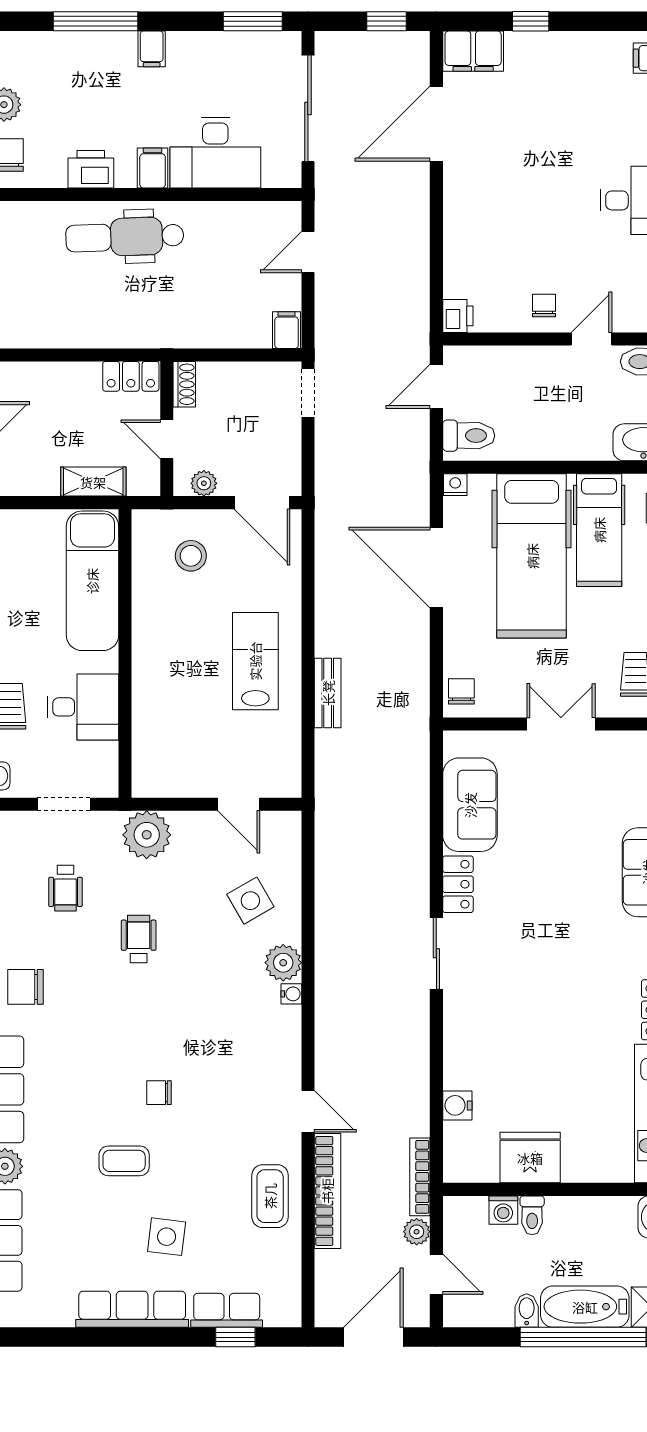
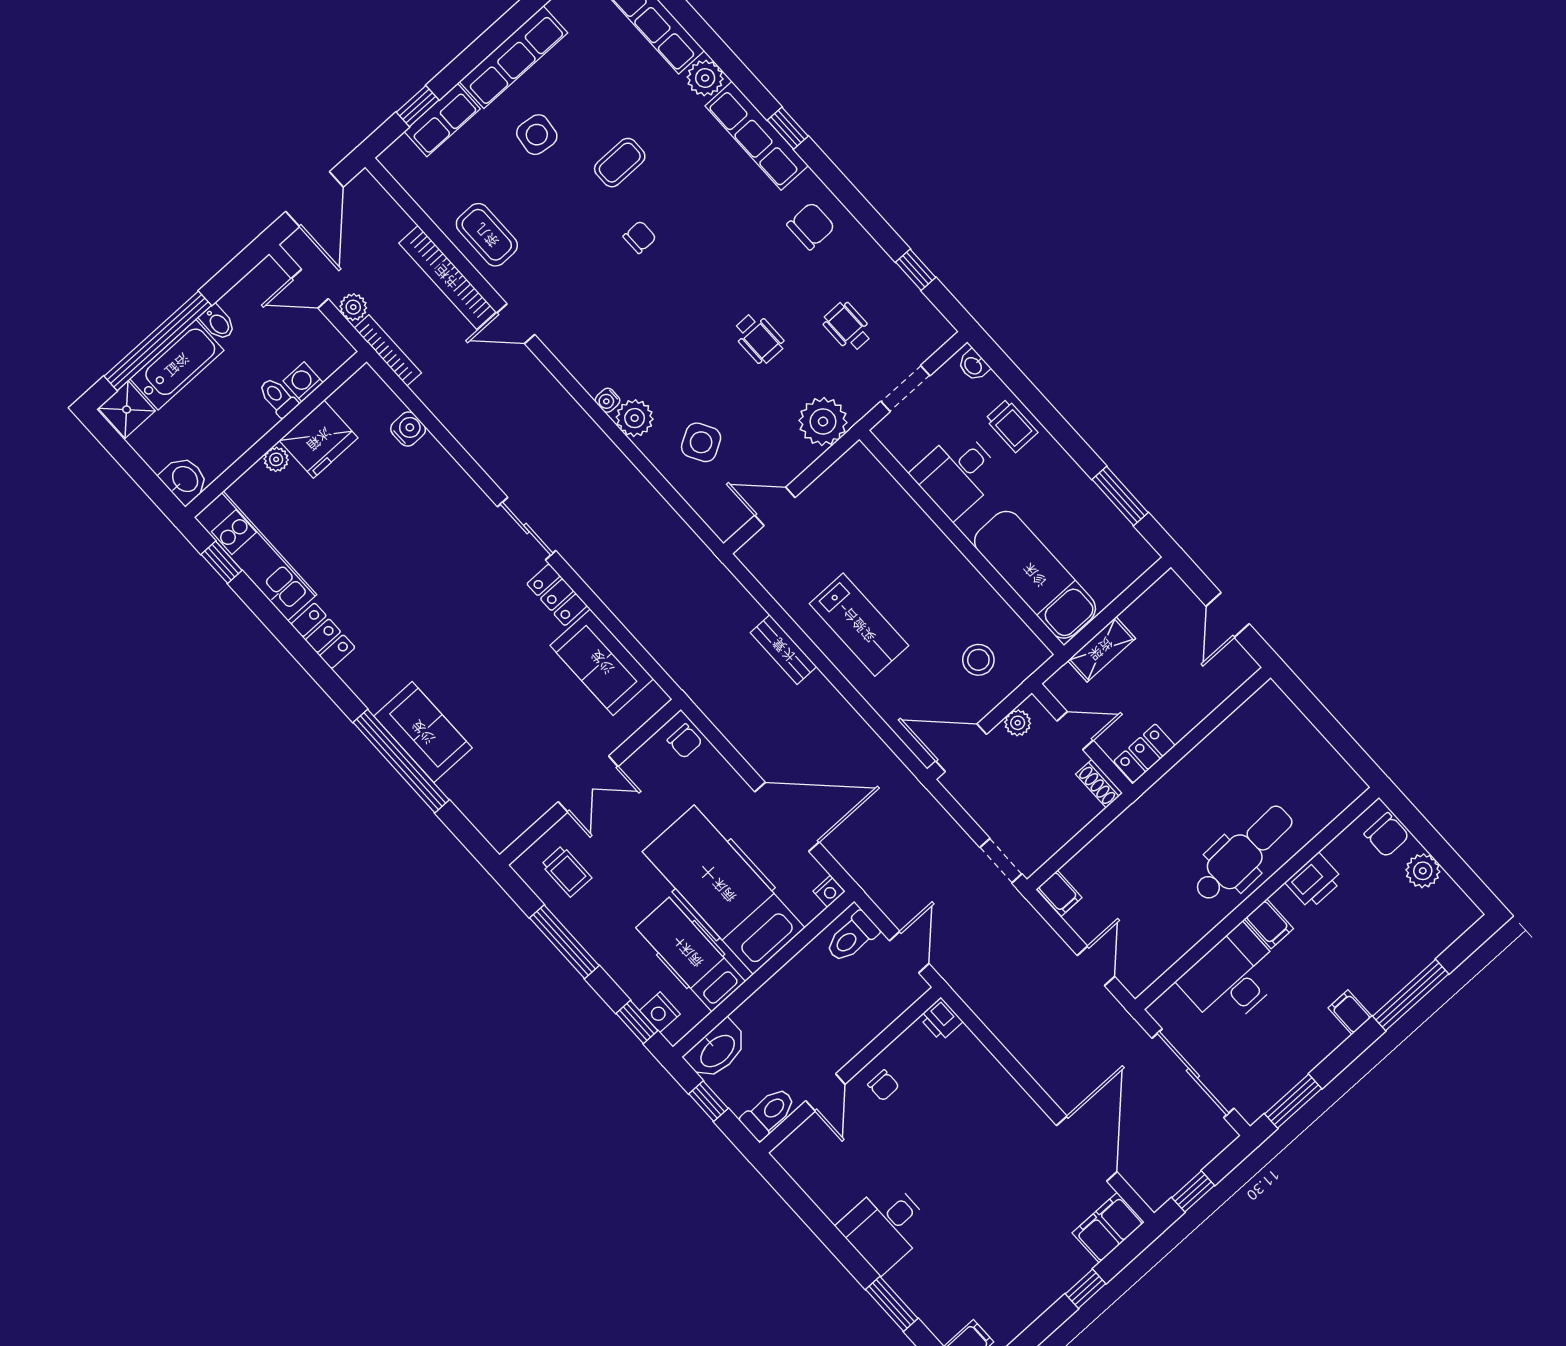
plant: (575, 1171) -> (276, 459), added

